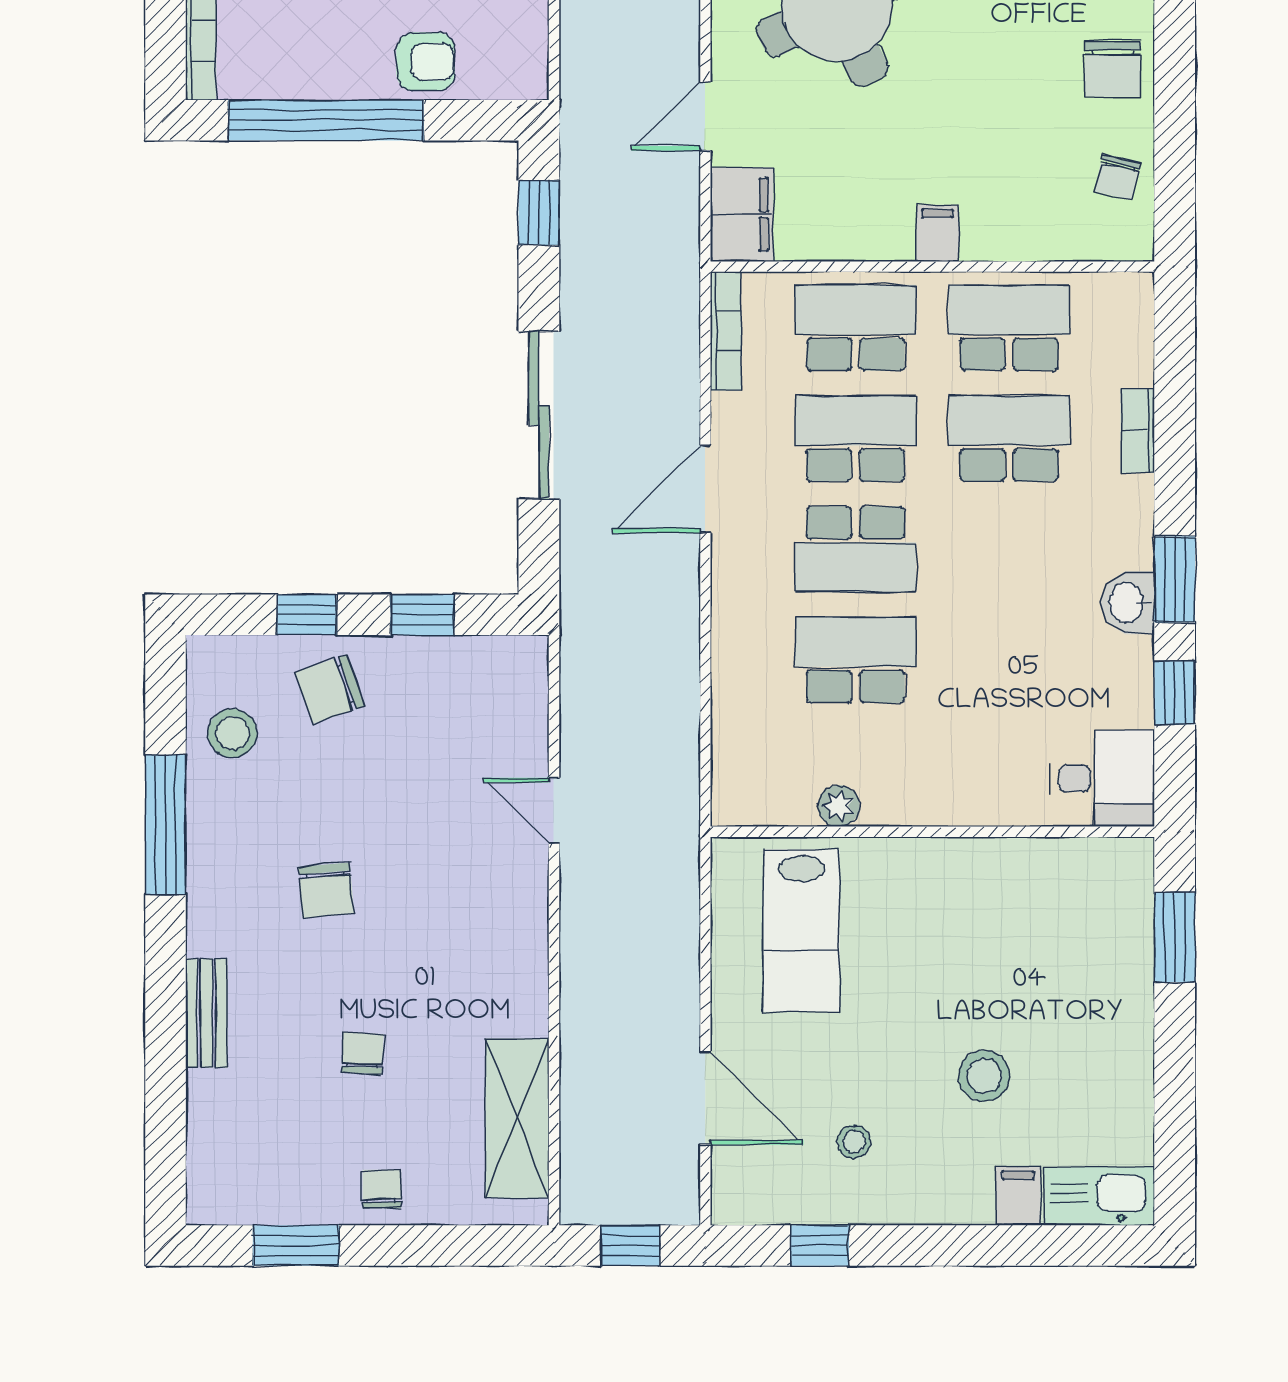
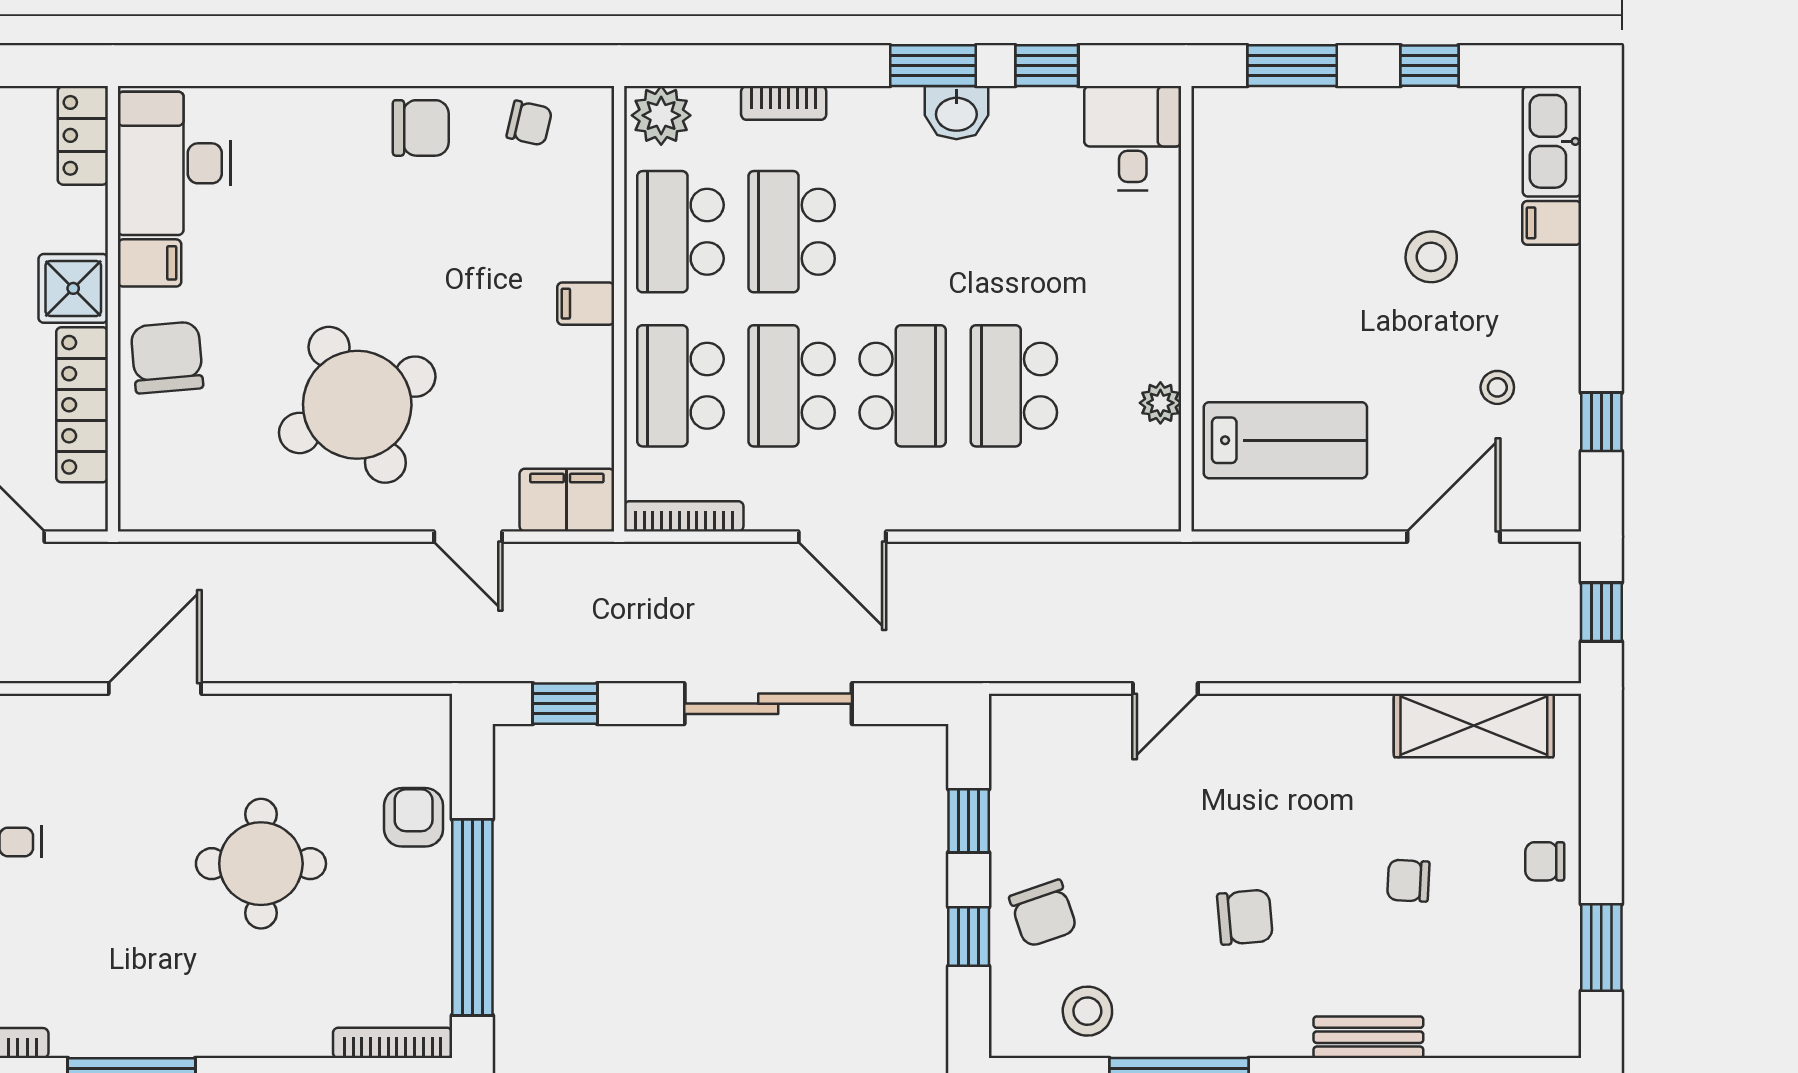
plant: (1125, 308) -> (661, 115), added
window: (1175, 1074) -> (1430, 66), added

